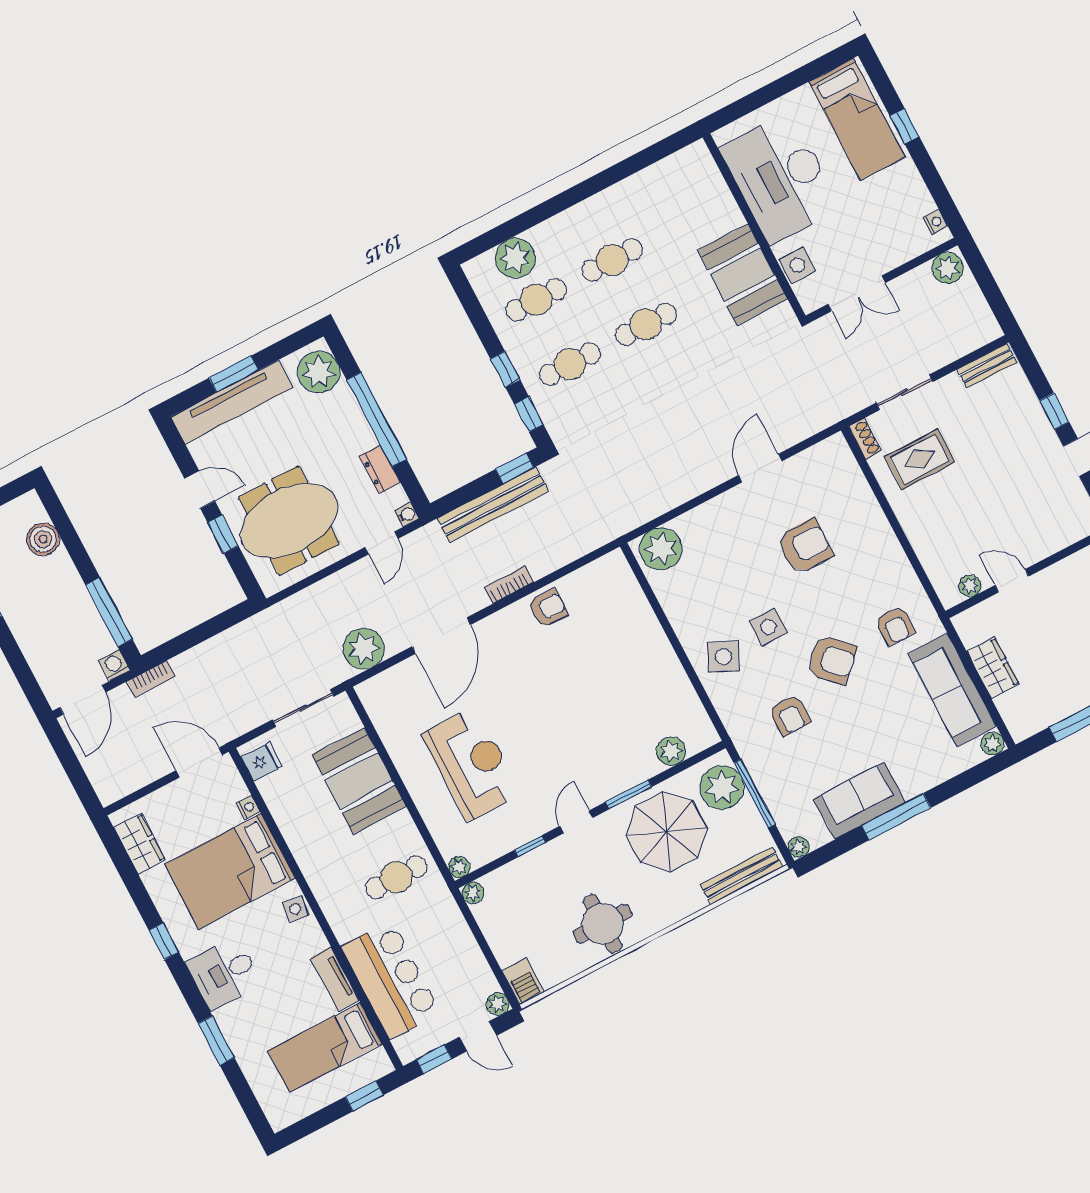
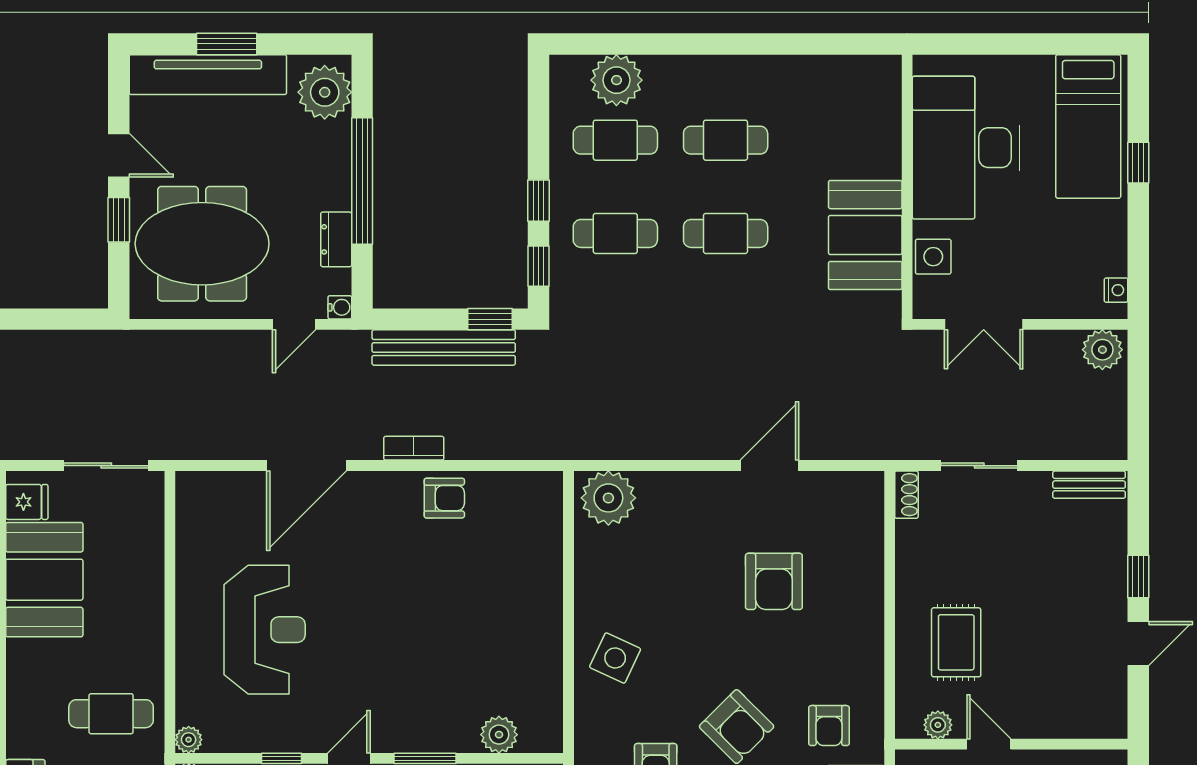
rug: (920, 459) -> (956, 642), moved, turned 90
armchair: (805, 546) -> (774, 581), turned 90
side table: (768, 627) -> (684, 651), removed
plant: (364, 649) -> (210, 434), removed
booth: (359, 781) -> (44, 580), moved

